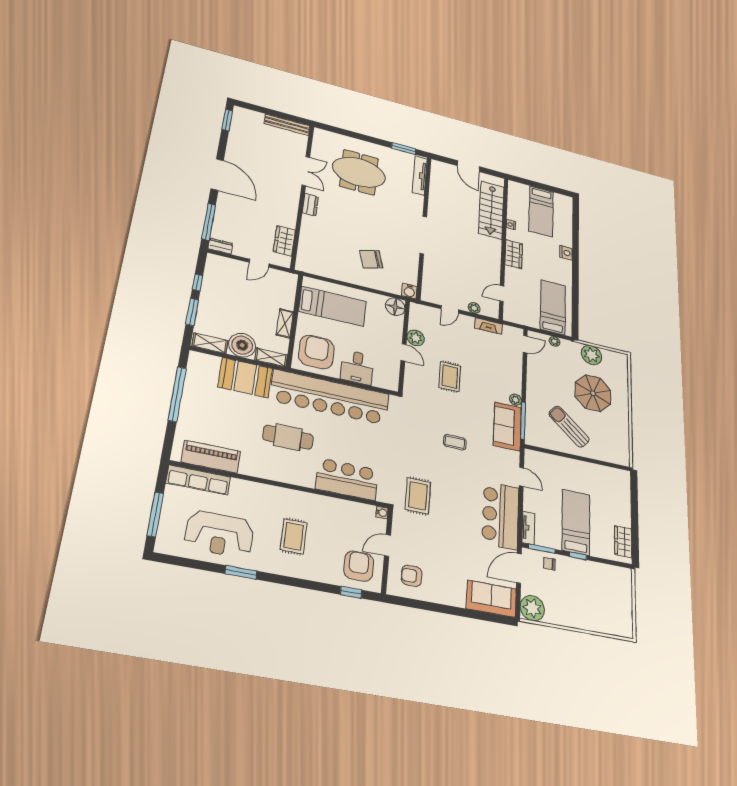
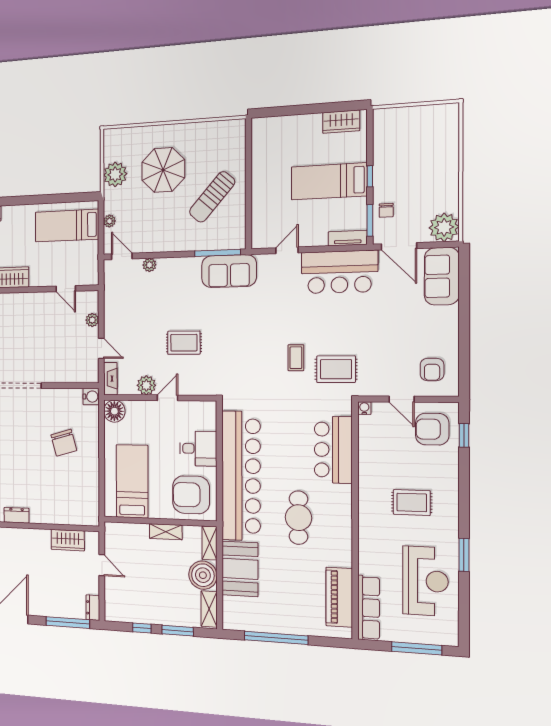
fireplace: (489, 326) -> (110, 379), moved
plant: (516, 400) -> (149, 265), moved
coffee table: (455, 442) -> (296, 358), moved

